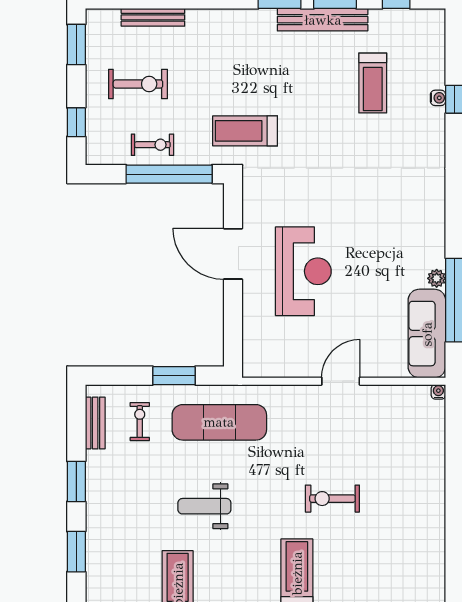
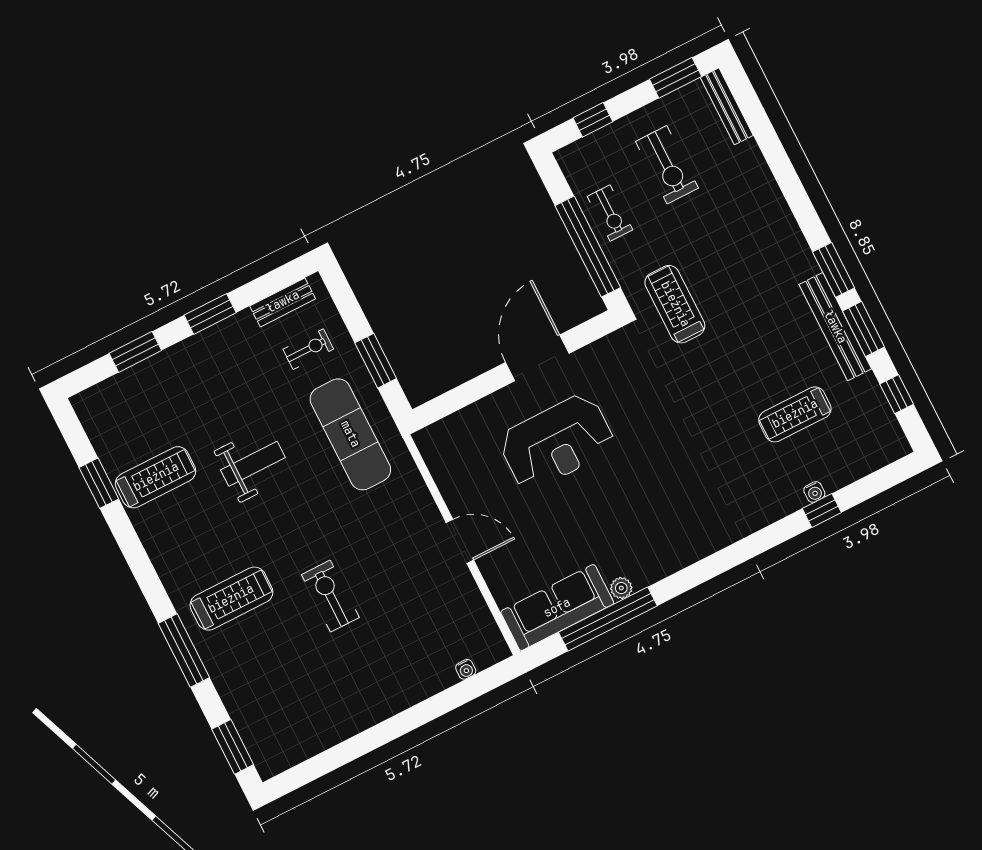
bench: (153, 17) -> (727, 106), moved
water cooler: (438, 392) -> (466, 669), moved, turned 90
weight bench: (204, 506) -> (253, 464), turned 90

